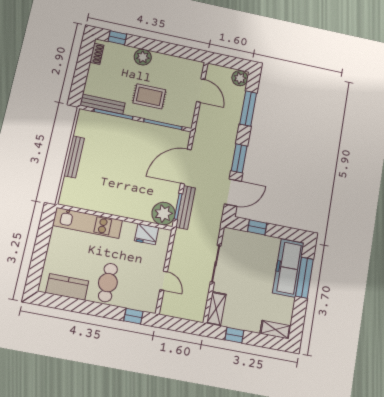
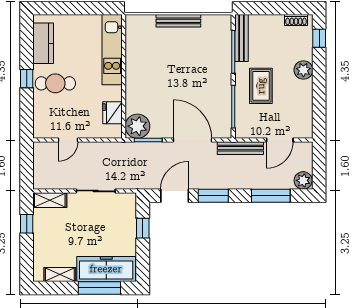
door: (233, 193) -> (175, 196), swing flipped
bench: (186, 207) -> (240, 148), moved
window: (133, 316) -> (27, 79), moved
shelving: (275, 330) -> (60, 275), moved, turned 90

